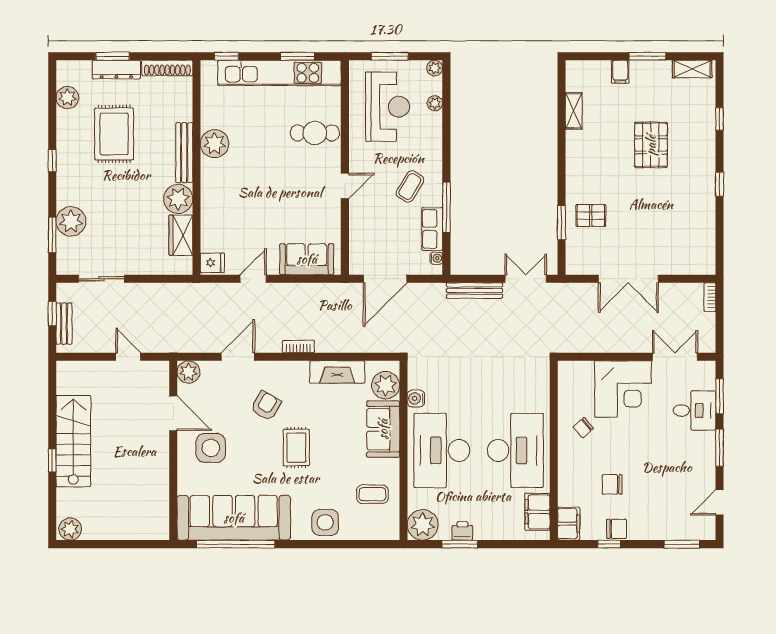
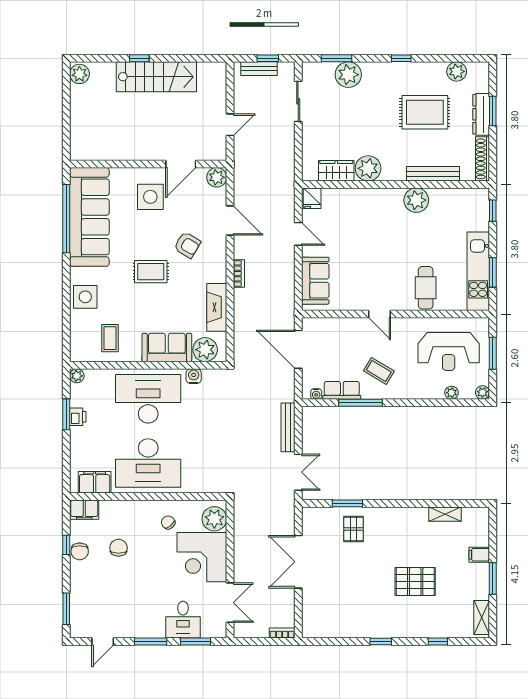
kitchen unit: (279, 73) -> (478, 271), width x0.73
bench: (184, 153) -> (433, 174), moved
plant: (579, 375) -> (214, 519), added
door: (720, 502) -> (103, 642), swing flipped
plant: (423, 525) -> (77, 376), width x0.53, depth x0.53

